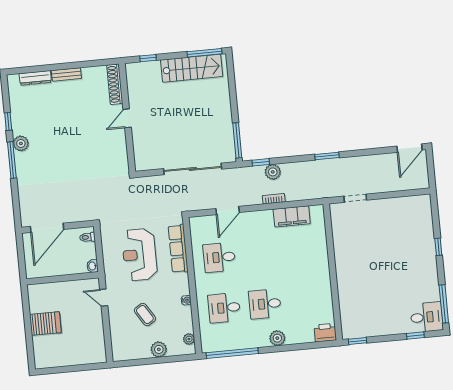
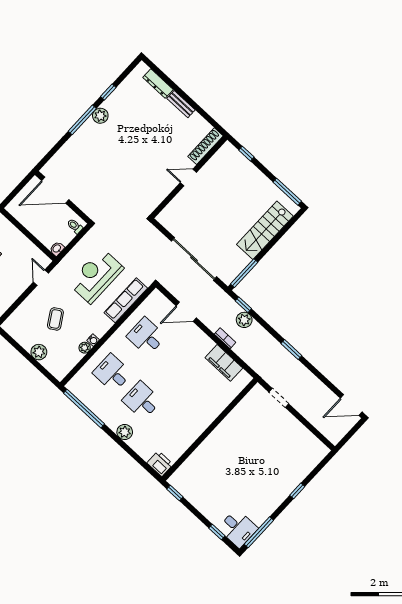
stairs: (192, 68) -> (265, 230), moved, turned 90
plant: (189, 339) -> (85, 348), moved

